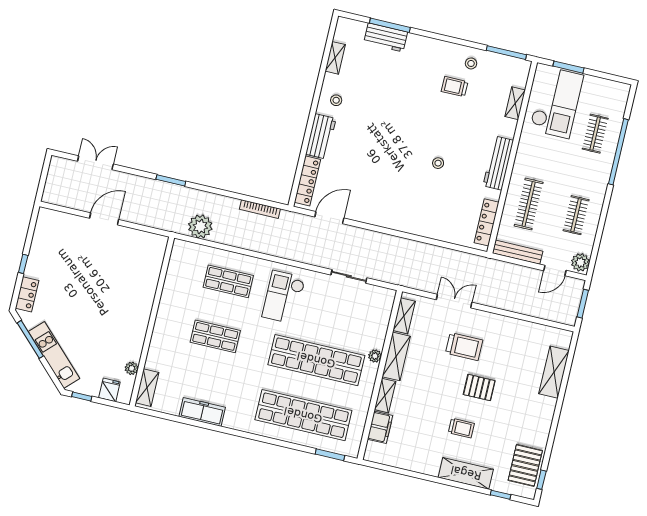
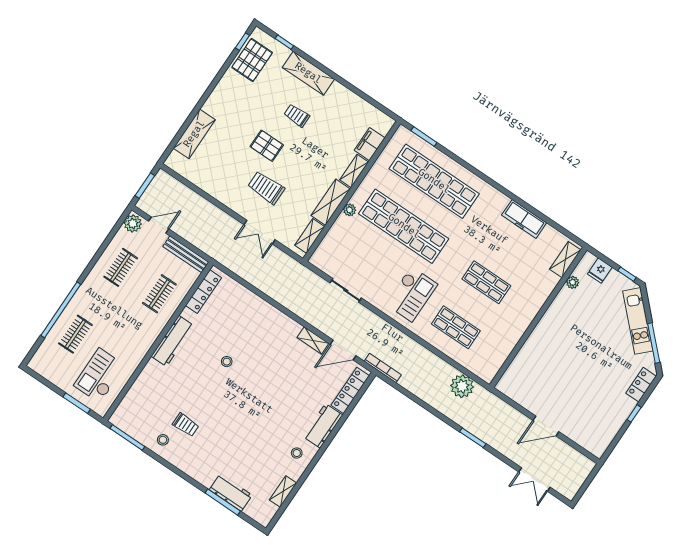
checkout: (556, 102) -> (99, 376), width x0.73, depth x0.83
shelving: (515, 103) -> (313, 340), moved, turned 90
clothes rail: (529, 204) -> (159, 294), width x0.73
bookcase: (260, 209) -> (383, 368), moved

